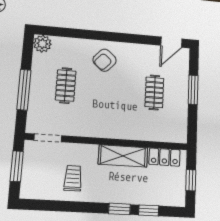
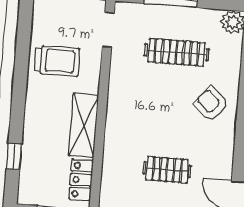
clothes rail: (66, 85) -> (177, 52), width x1.36
trolley: (73, 178) -> (57, 61), width x1.36, depth x1.39
window: (119, 209) -> (17, 119), removed

